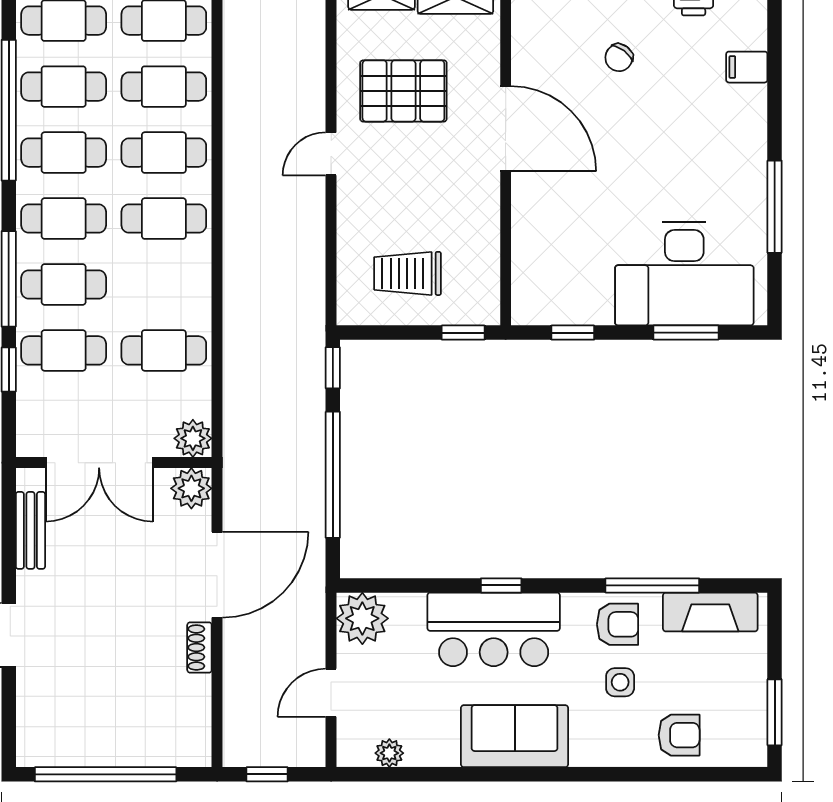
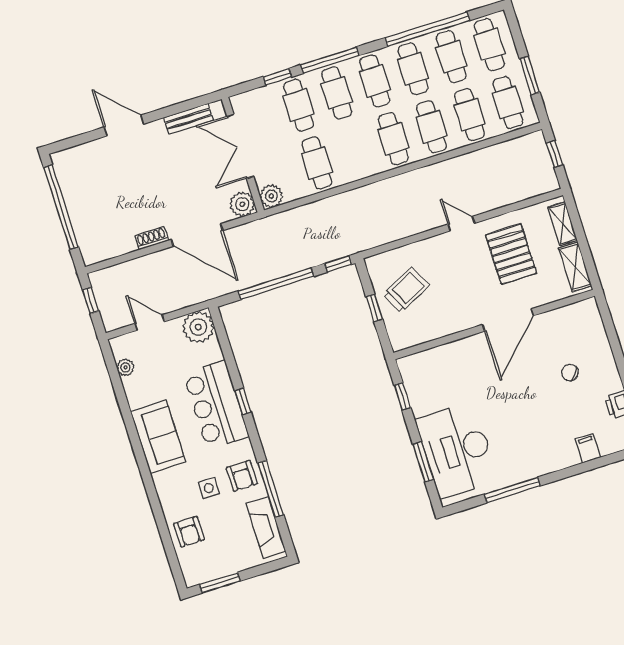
trolley: (408, 273) -> (406, 290), turned 63
window: (463, 333) -> (374, 308), moved

